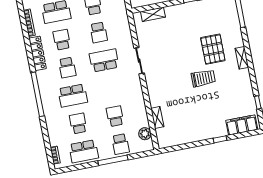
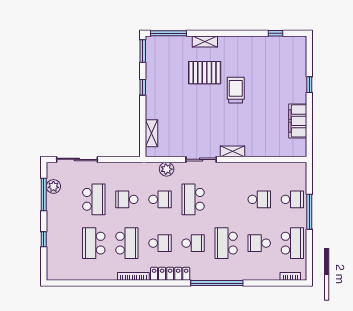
school desk: (62, 40) -> (160, 243), turned 180
shelving: (242, 58) -> (205, 41), moved
school desk: (73, 95) -> (226, 243), turned 180
school desk: (115, 116) -> (259, 199), turned 180
shelving: (157, 117) -> (233, 151), moved
filing cabinet: (242, 125) -> (298, 121), moved
plant: (145, 134) -> (167, 169), moved

